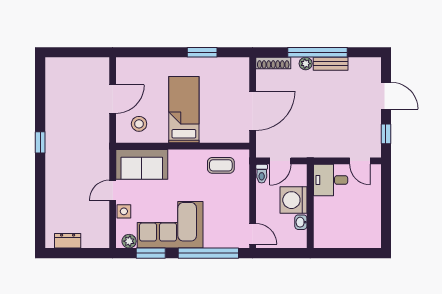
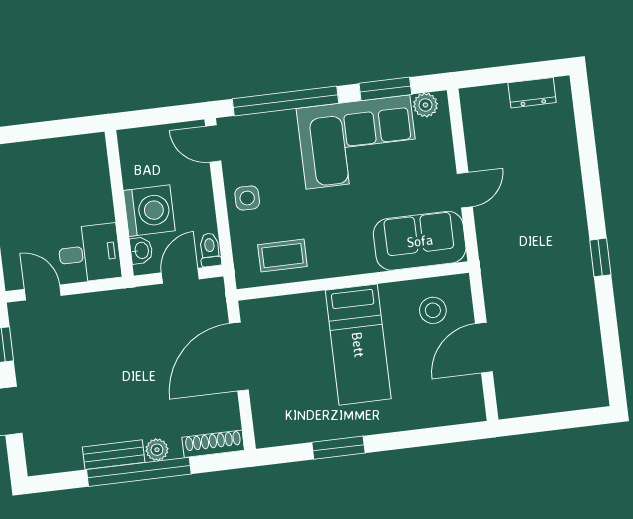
side table: (124, 211) -> (247, 198), moved
washbasin: (301, 222) -> (141, 250), moved

